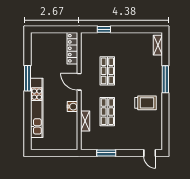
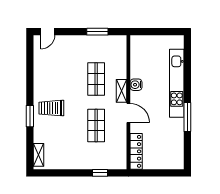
window: (165, 79) -> (30, 116), width x0.69
trolley: (145, 103) -> (51, 108), moved
shelving: (85, 121) -> (121, 91), moved
door: (150, 153) -> (48, 32), swing flipped

